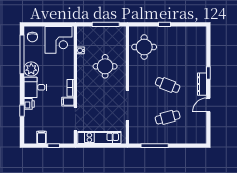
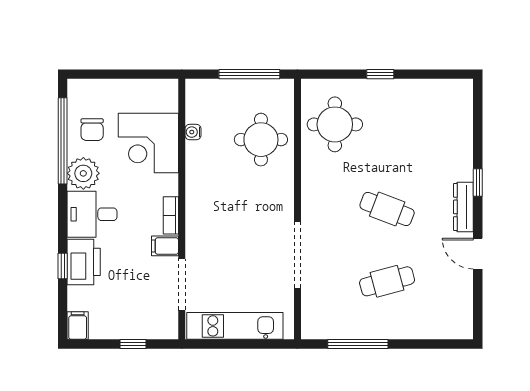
chair: (32, 37) -> (92, 130), moved
corner desk: (58, 40) -> (148, 143), moved, turned 90
round table: (105, 66) -> (261, 140), moved
printer: (29, 104) -> (84, 262), width x1.87, depth x1.48
door: (208, 105) -> (478, 254), hinge flipped
filing cabinet: (41, 137) -> (78, 326), moved

